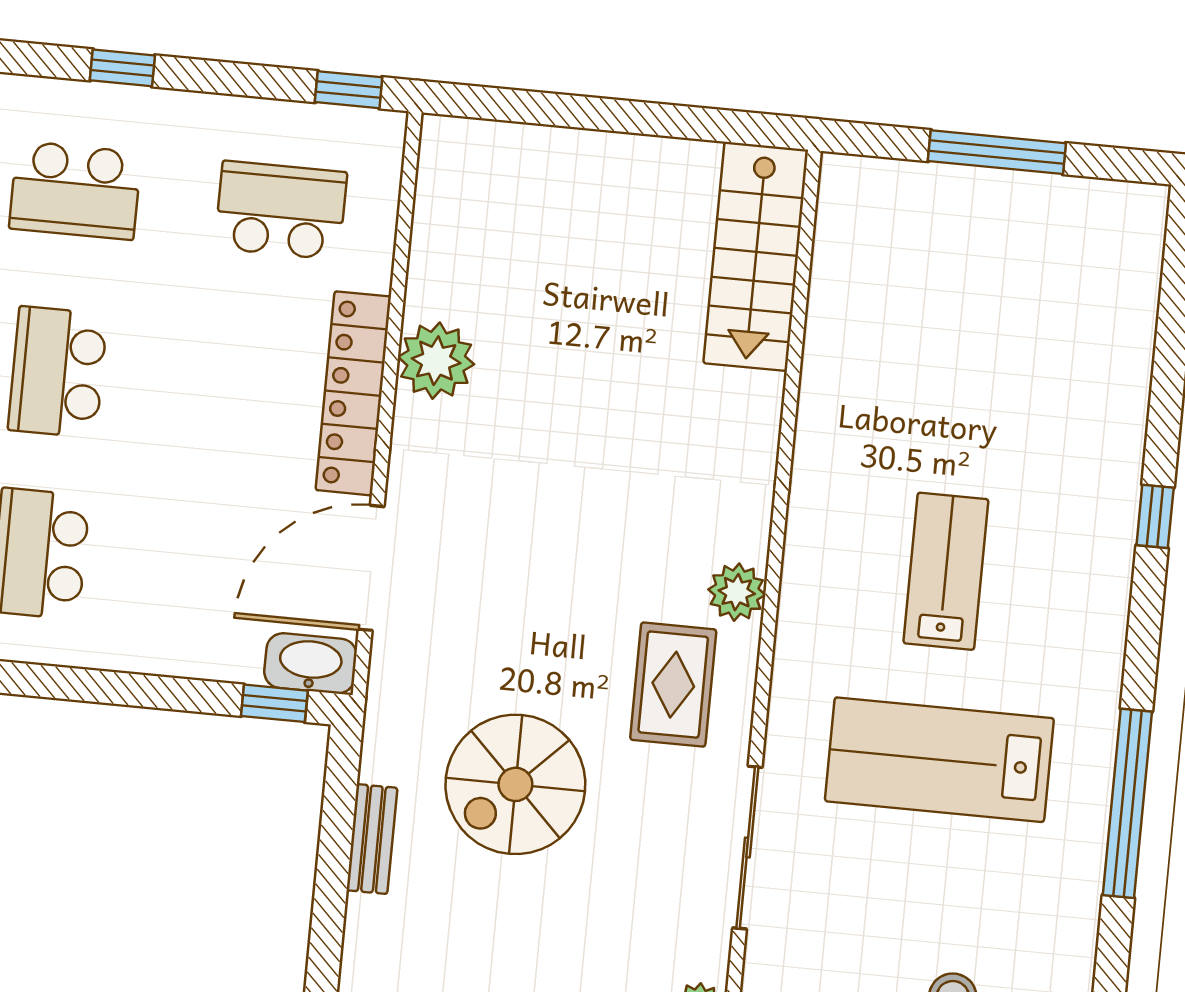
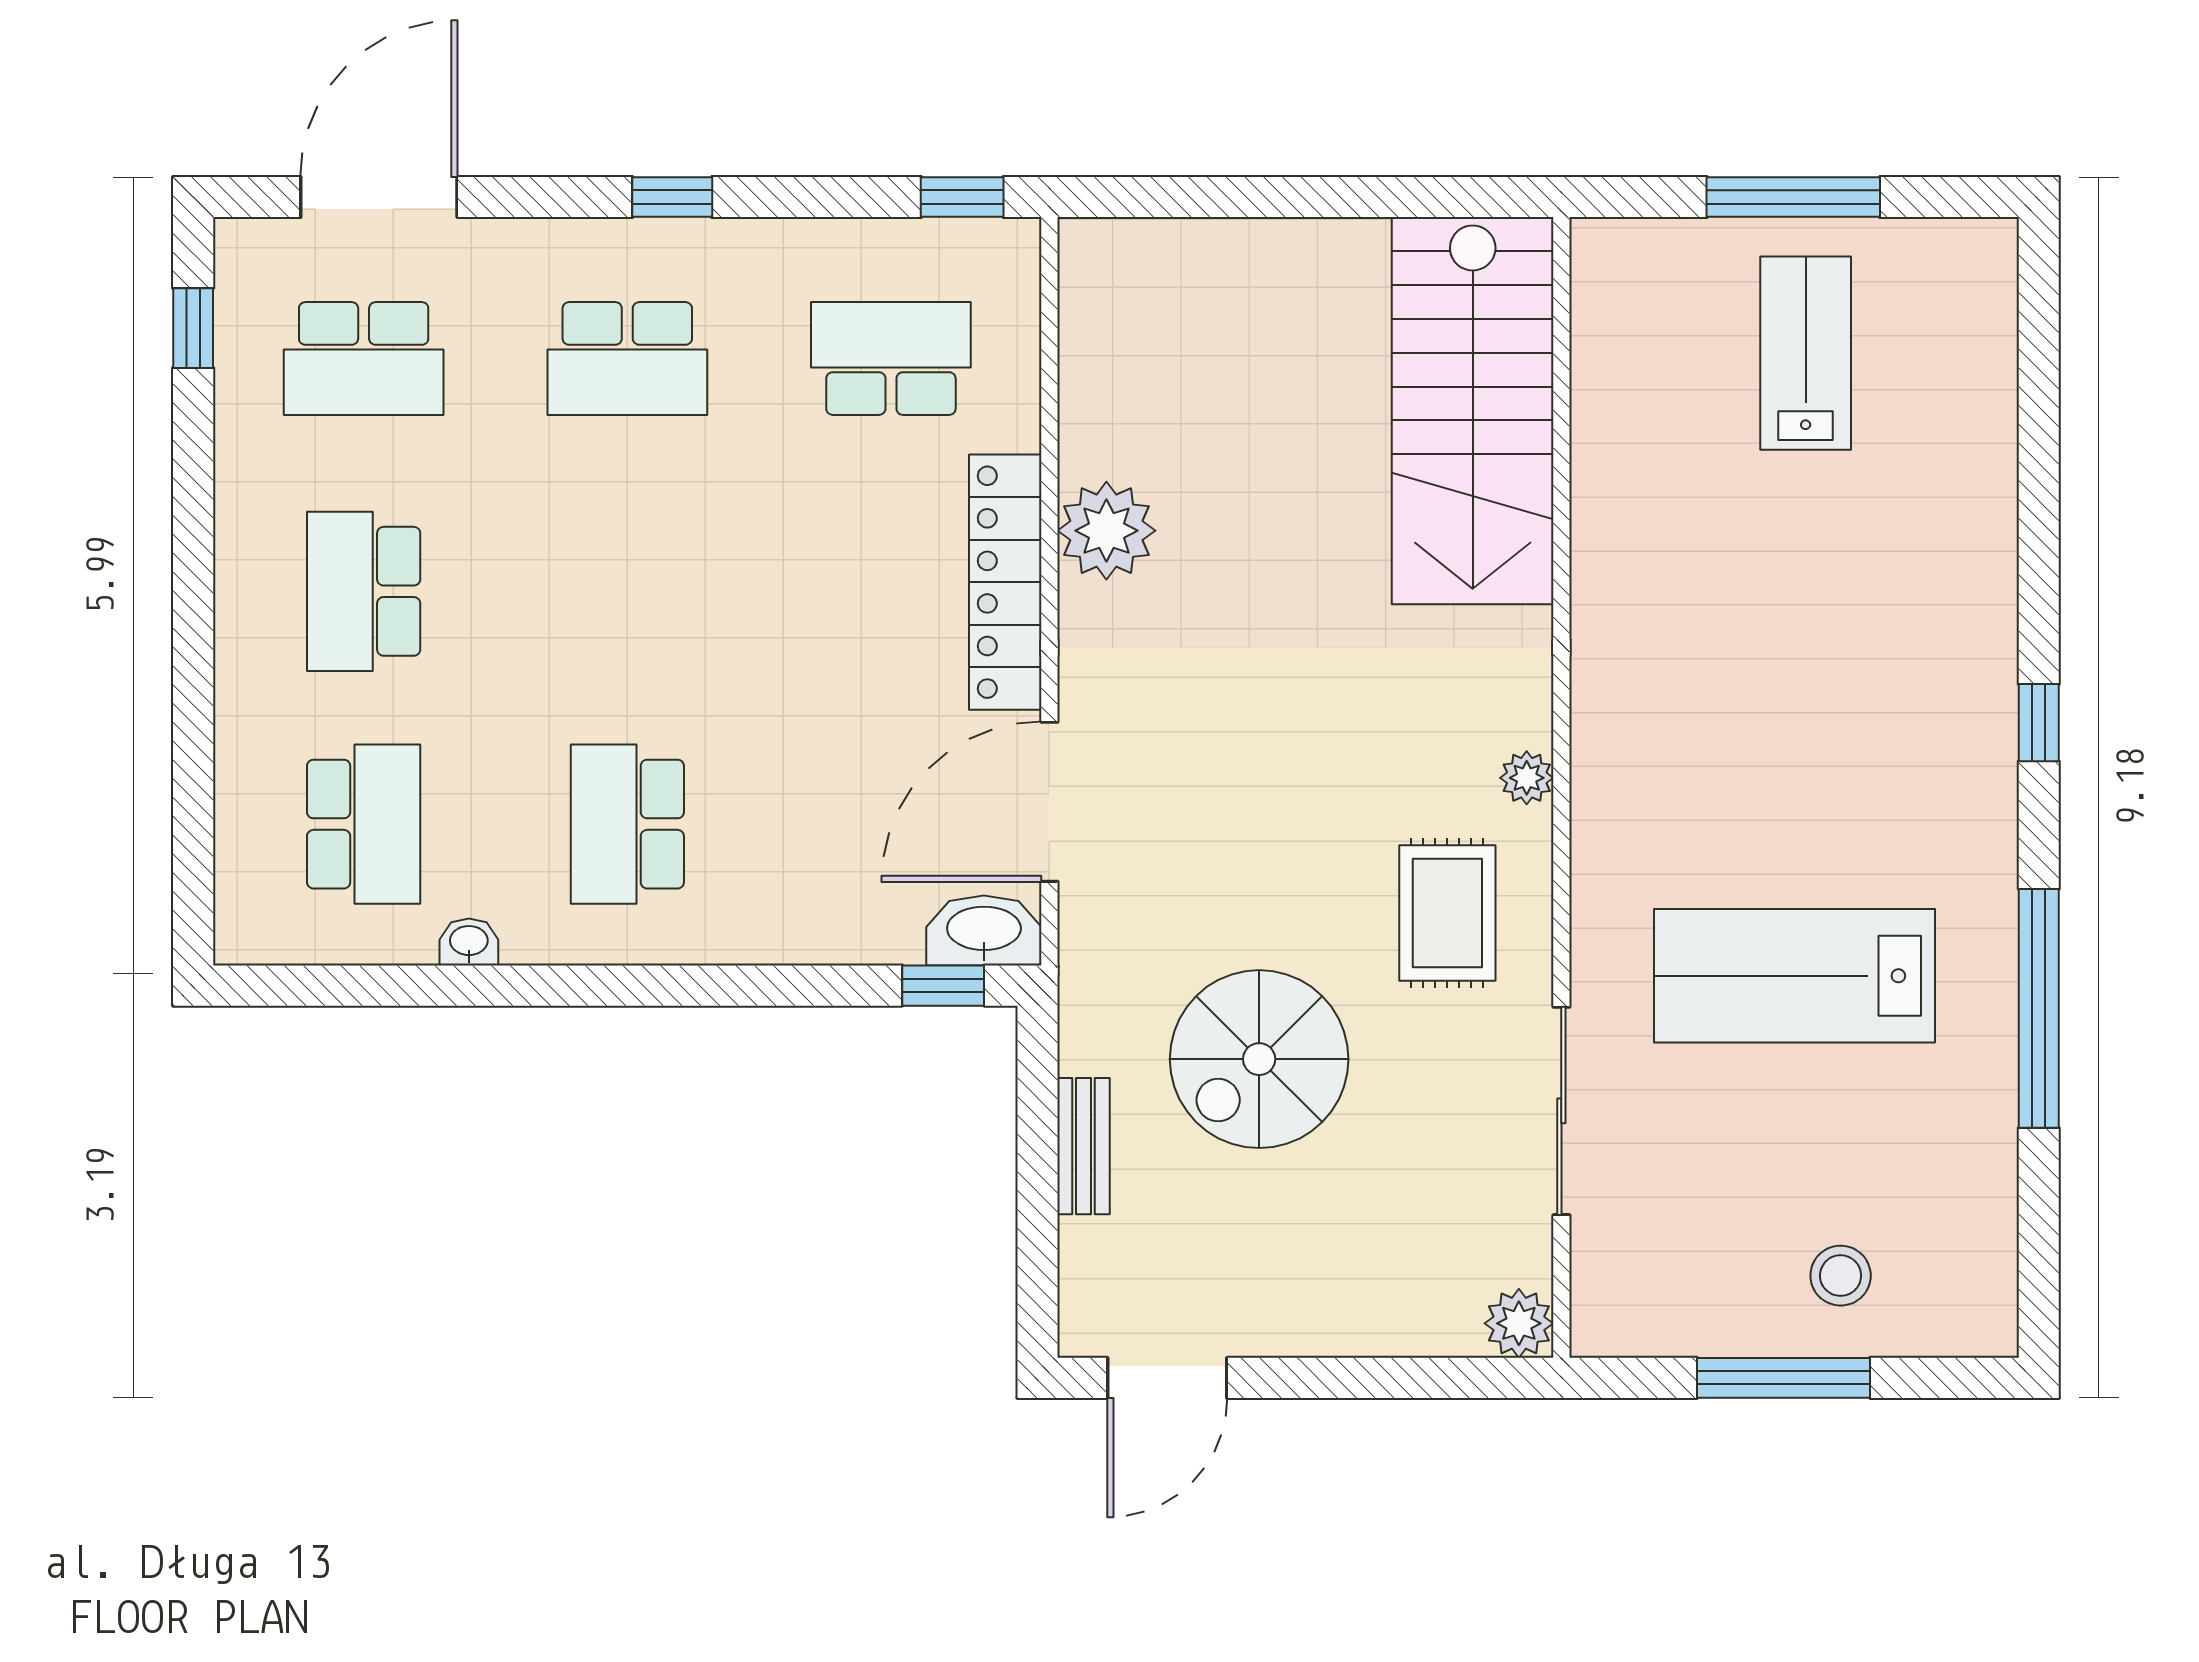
stairs: (756, 256) -> (1473, 411), width x1.36, depth x1.51
school desk: (58, 372) -> (627, 591), removed
window: (1155, 516) -> (2039, 723), moved
lab bench: (946, 571) -> (1806, 353), moved
plant: (737, 592) -> (1527, 778), width x0.73, depth x0.73

